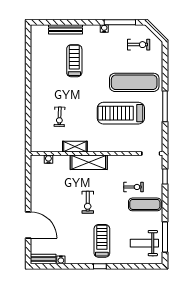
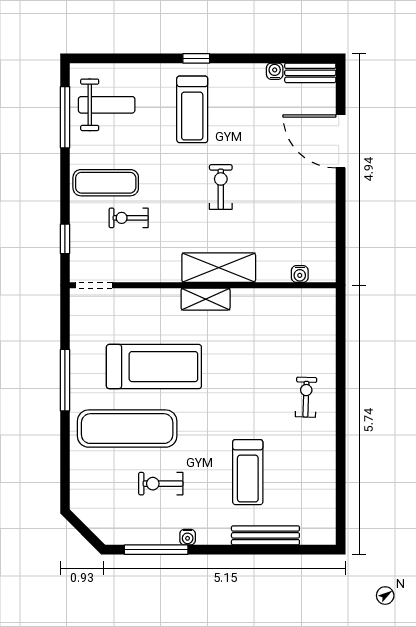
exercise bike: (139, 45) -> (161, 484), moved
exercise bike: (59, 117) -> (306, 397), moved
shelving: (75, 147) -> (206, 299), moved

